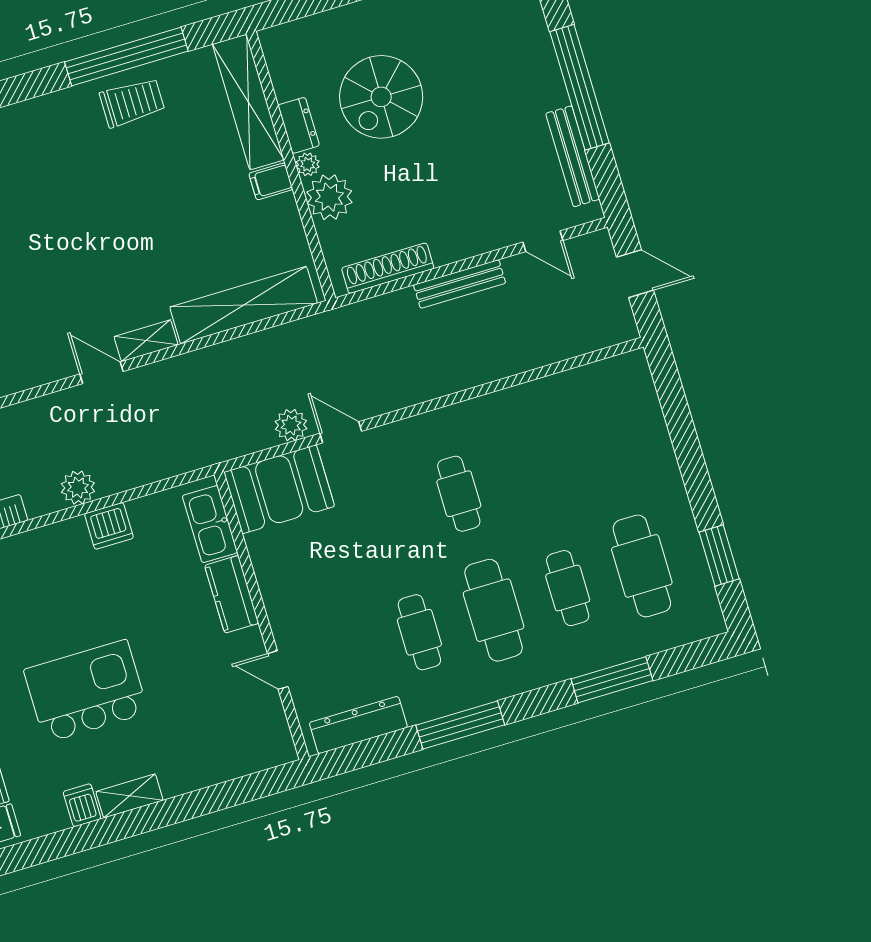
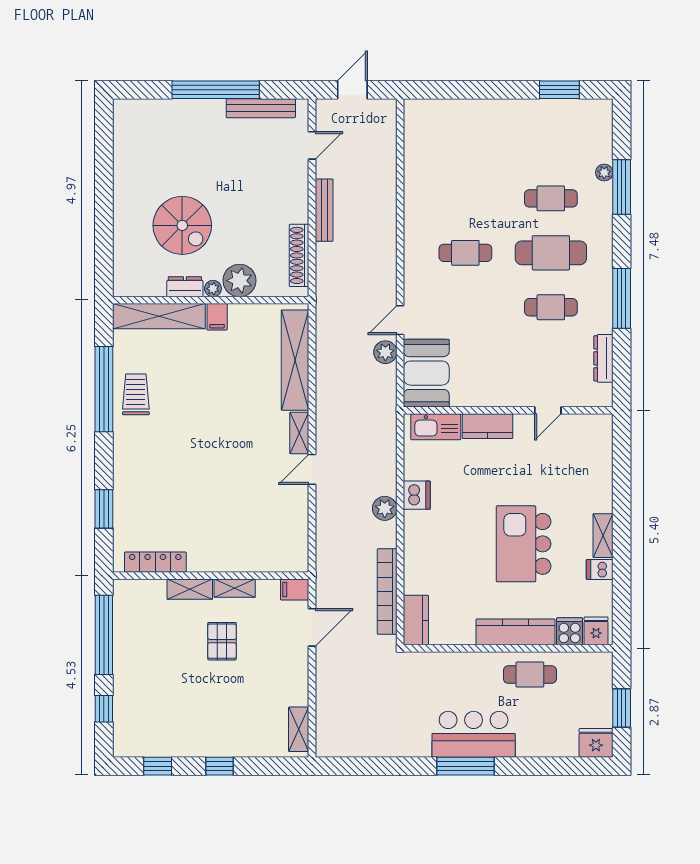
cafe table: (642, 566) -> (551, 144), removed
plant: (625, 650) -> (604, 173), added
dresser: (358, 725) -> (603, 358), width x0.73, depth x0.80

